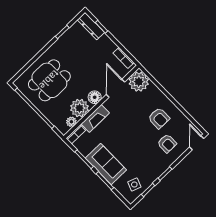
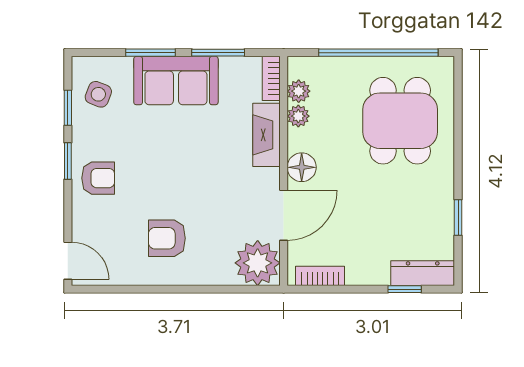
door: (115, 88) -> (284, 215), hinge flipped
plant: (79, 108) -> (298, 116), width x0.53, depth x0.53
armchair: (167, 143) -> (98, 178), moved, turned 180

